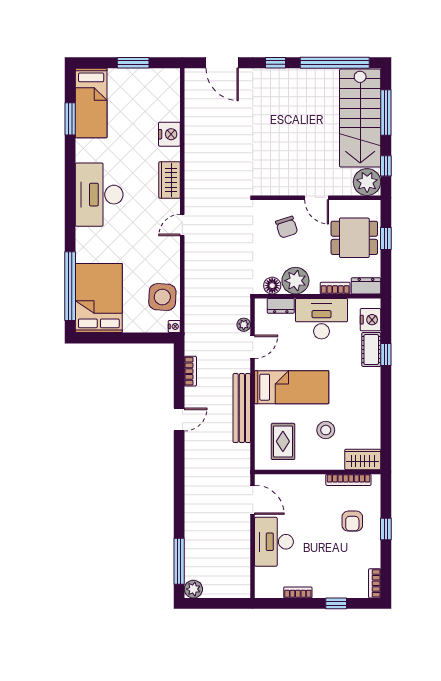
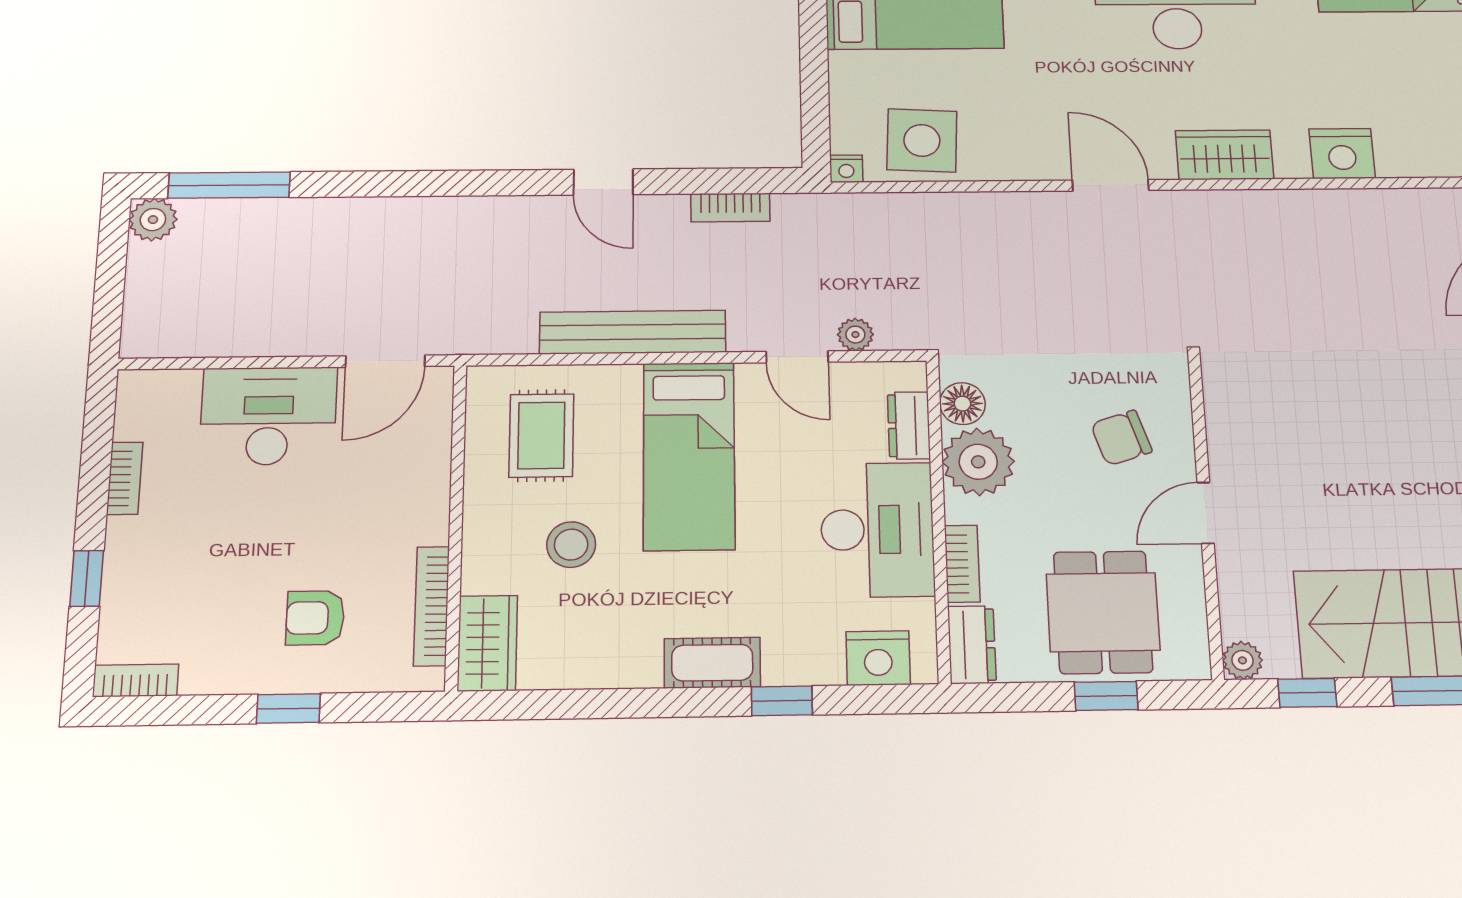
plant: (367, 182) -> (1242, 660), width x0.53, depth x0.53
door: (182, 225) -> (1111, 185), width x1.38
cot: (371, 350) -> (712, 663), moved
rug: (283, 441) -> (541, 435), turned 90

